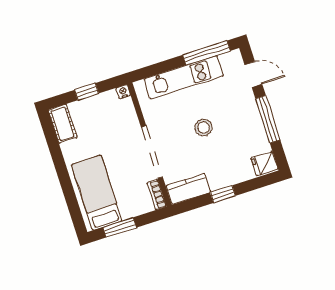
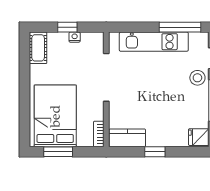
nightstand: (123, 92) -> (75, 37), moved
stool: (203, 128) -> (197, 78), moved
doorway: (152, 152) -> (106, 77), moved
bed: (97, 193) -> (55, 116), width x1.50

